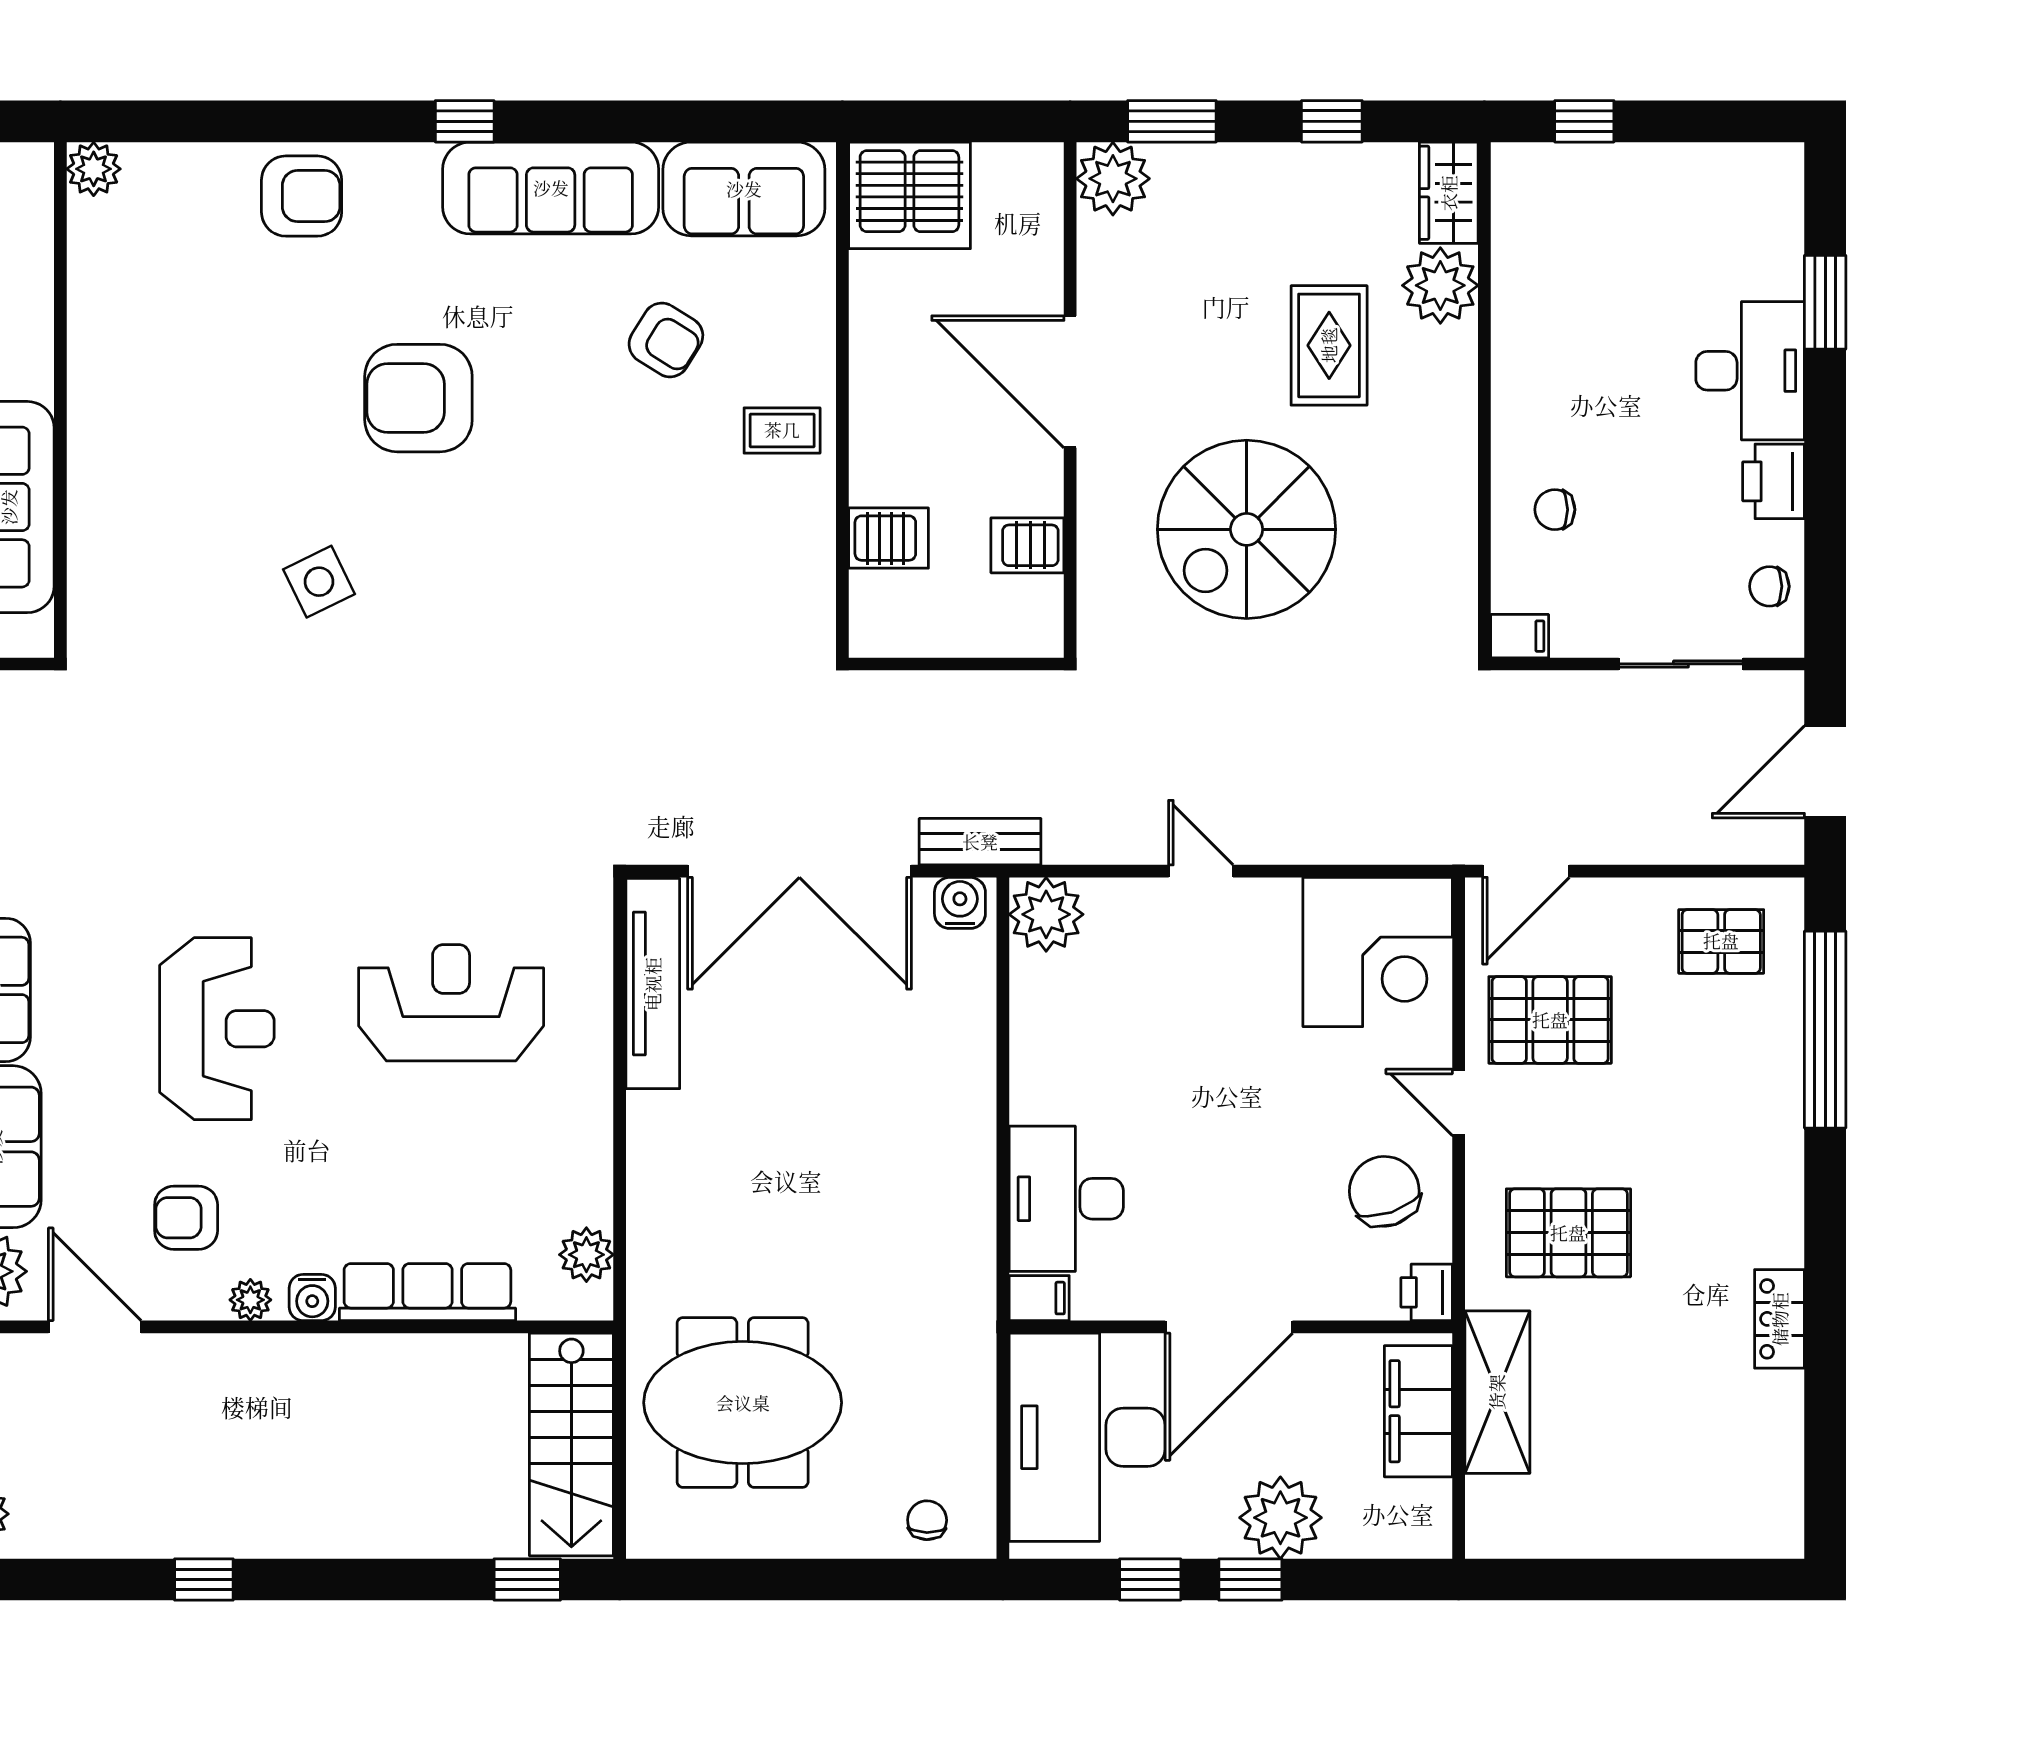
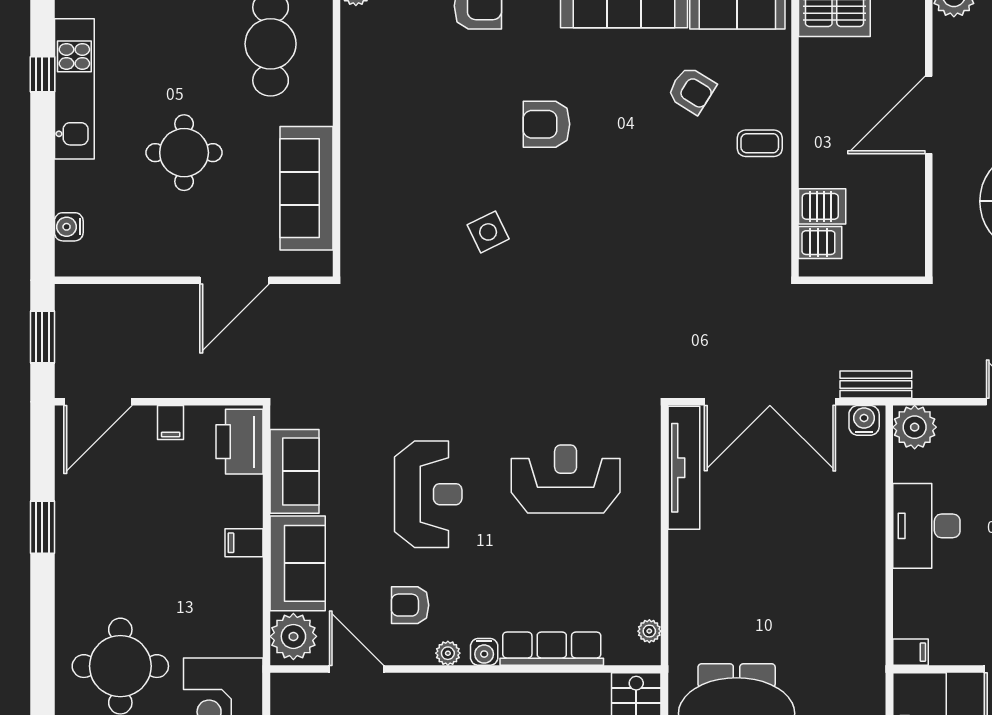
door: (1070, 382) -> (929, 115), hinge flipped
armchair: (418, 398) -> (546, 124), width x0.73, depth x0.73
server rack: (1027, 545) -> (820, 243), moved, turned 180
desk: (1066, 1199) -> (926, 526), moved
plant: (586, 1255) -> (649, 631), width x0.73, depth x0.73

